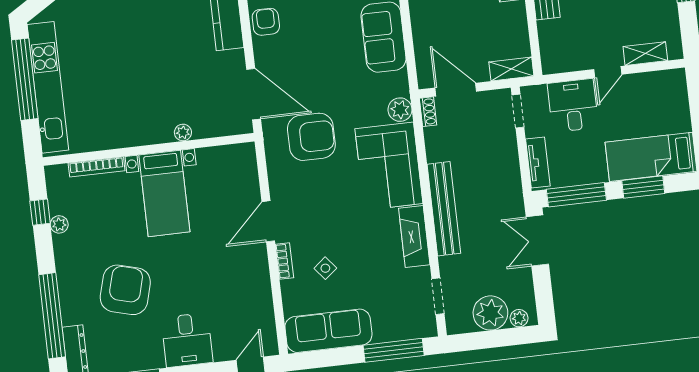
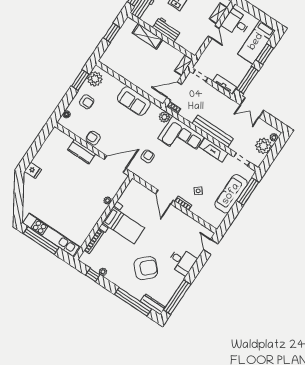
desk: (573, 105) -> (236, 23), moved
armchair: (311, 137) -> (148, 156), width x0.53, depth x0.53
armchair: (125, 290) -> (146, 268), turned 121
sofa: (328, 331) -> (231, 194), moved

